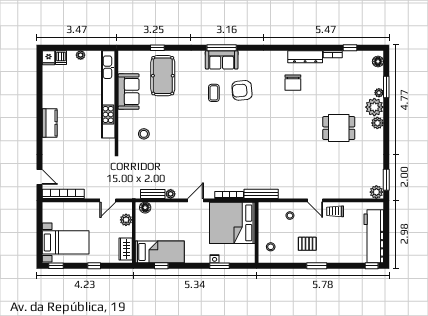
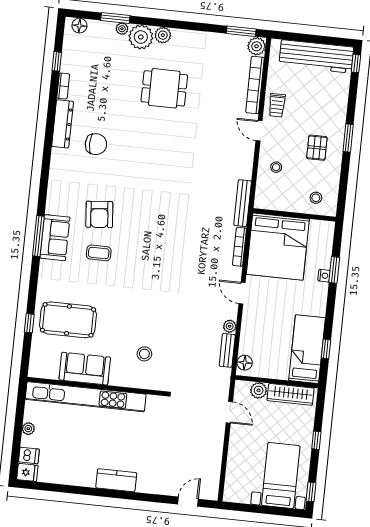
dining table: (339, 128) -> (164, 88), turned 90
bookcase: (63, 194) -> (255, 85), moved
door: (315, 200) -> (259, 131), swing flipped
wardrobe: (126, 249) -> (291, 394), width x1.50

